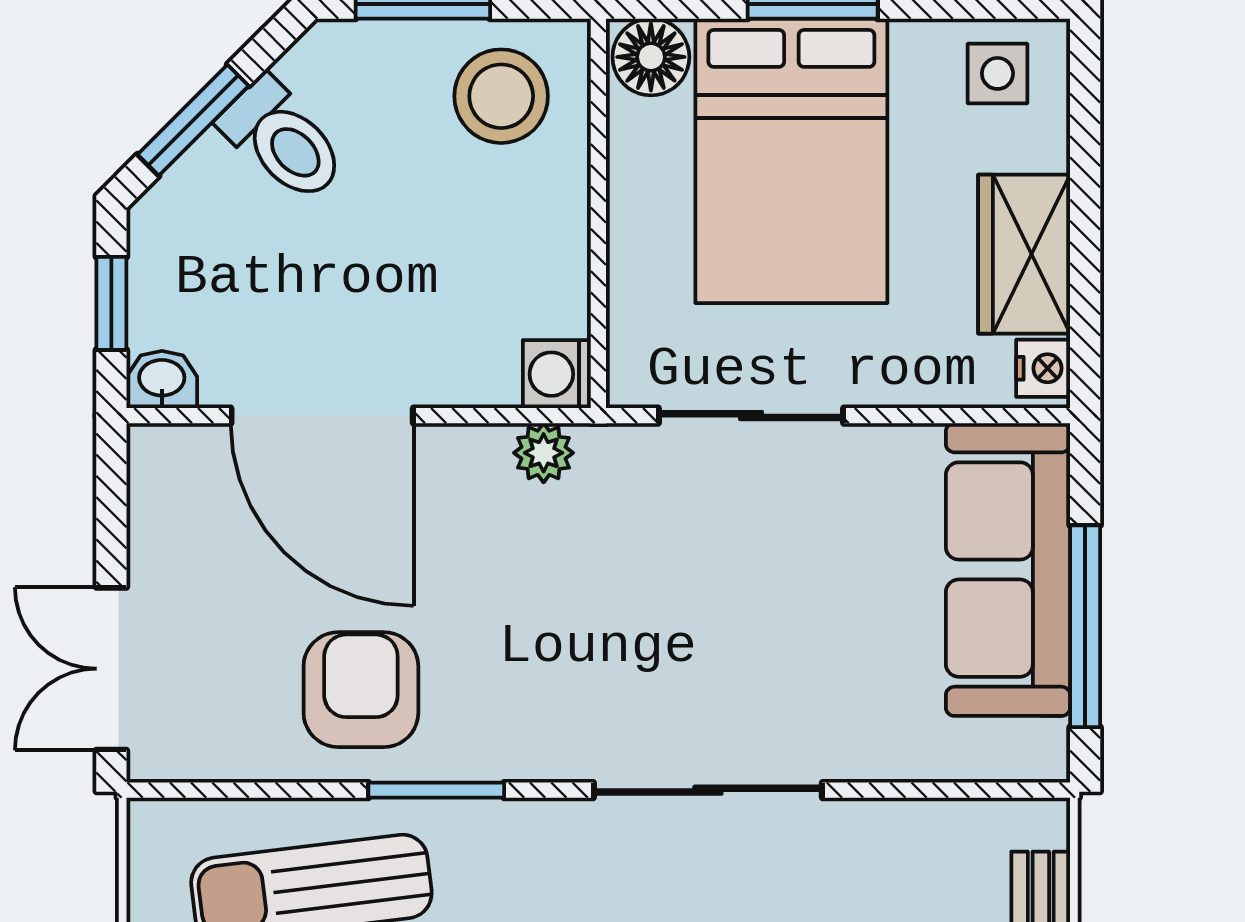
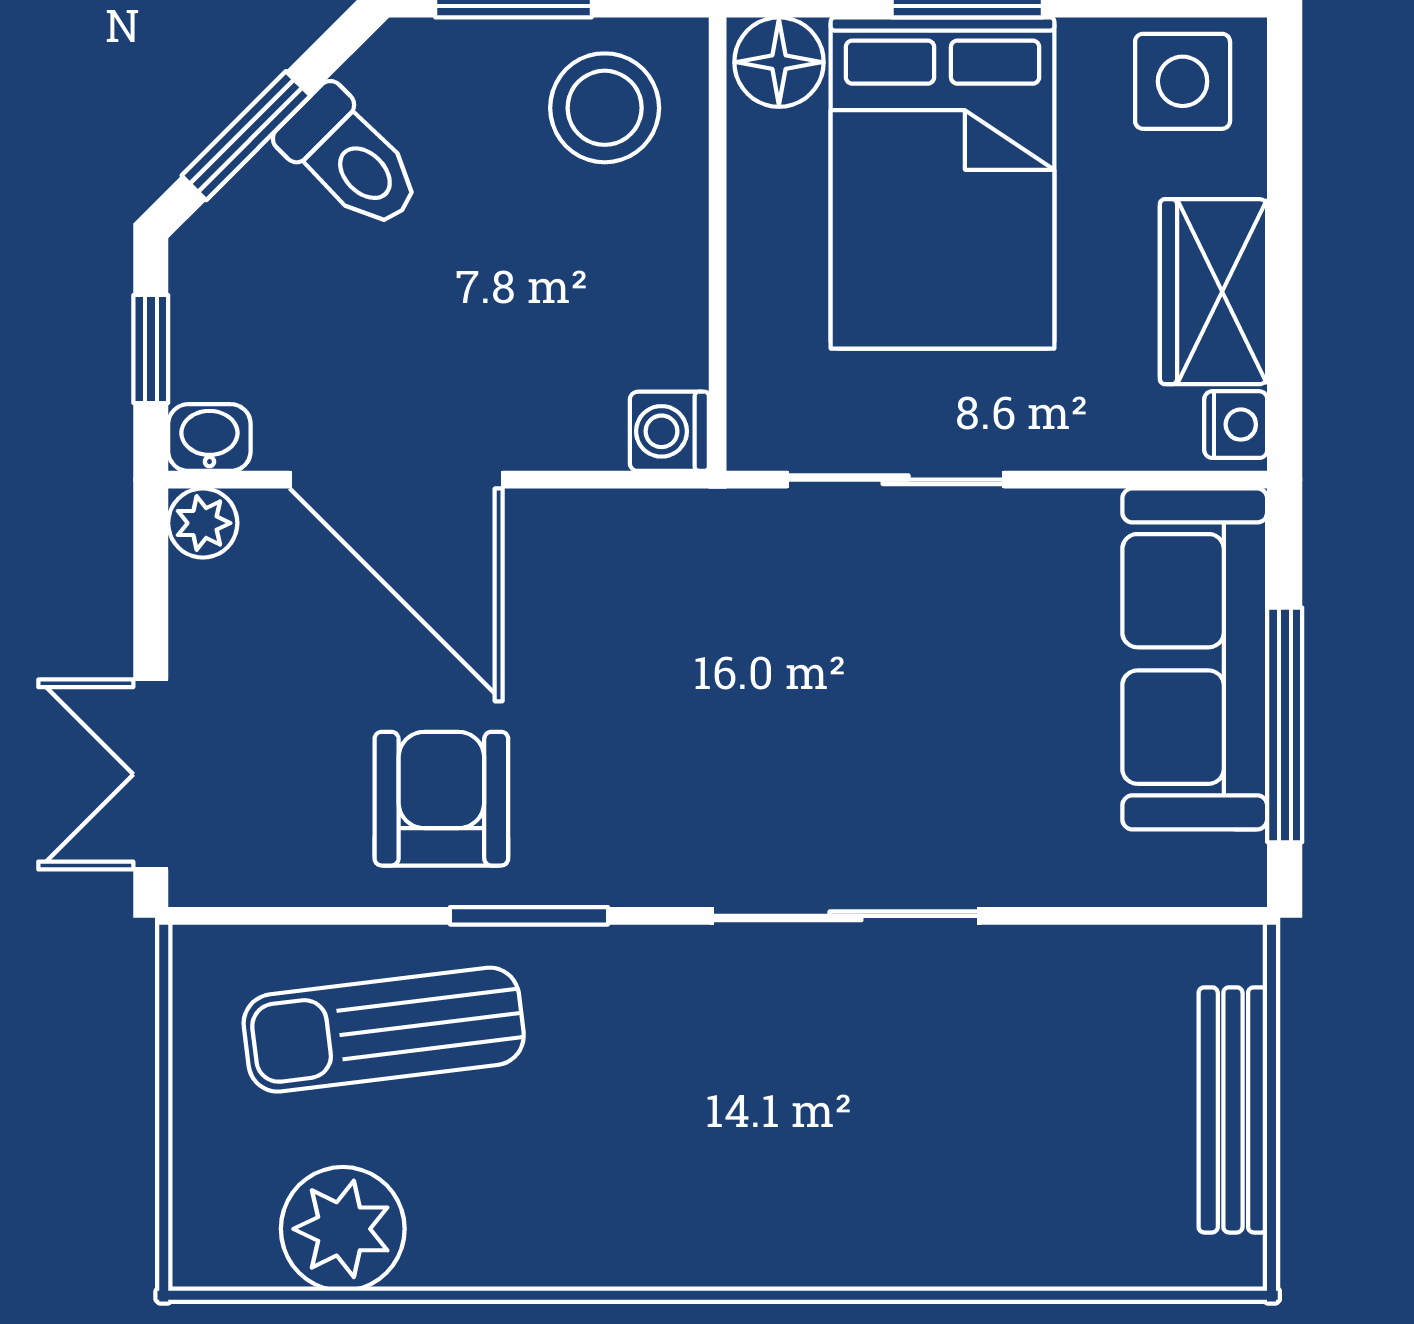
side table: (997, 73) -> (1183, 81), width x1.37, depth x1.37
plant: (544, 453) -> (203, 523), moved

